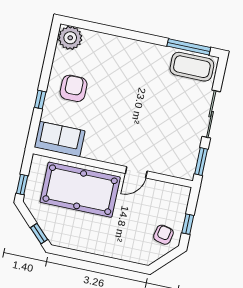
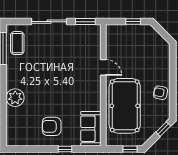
plant: (70, 38) -> (15, 98), moved
coffee table: (192, 67) -> (17, 43), width x0.73, depth x0.76
armchair: (163, 235) -> (161, 93), moved

